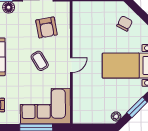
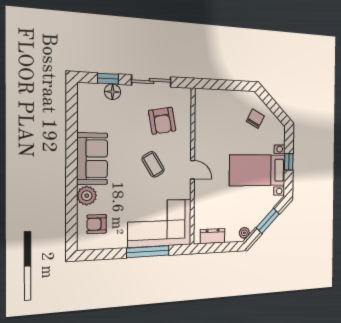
door: (71, 65) -> (193, 170), hinge flipped
dresser: (89, 118) -> (213, 236), added

